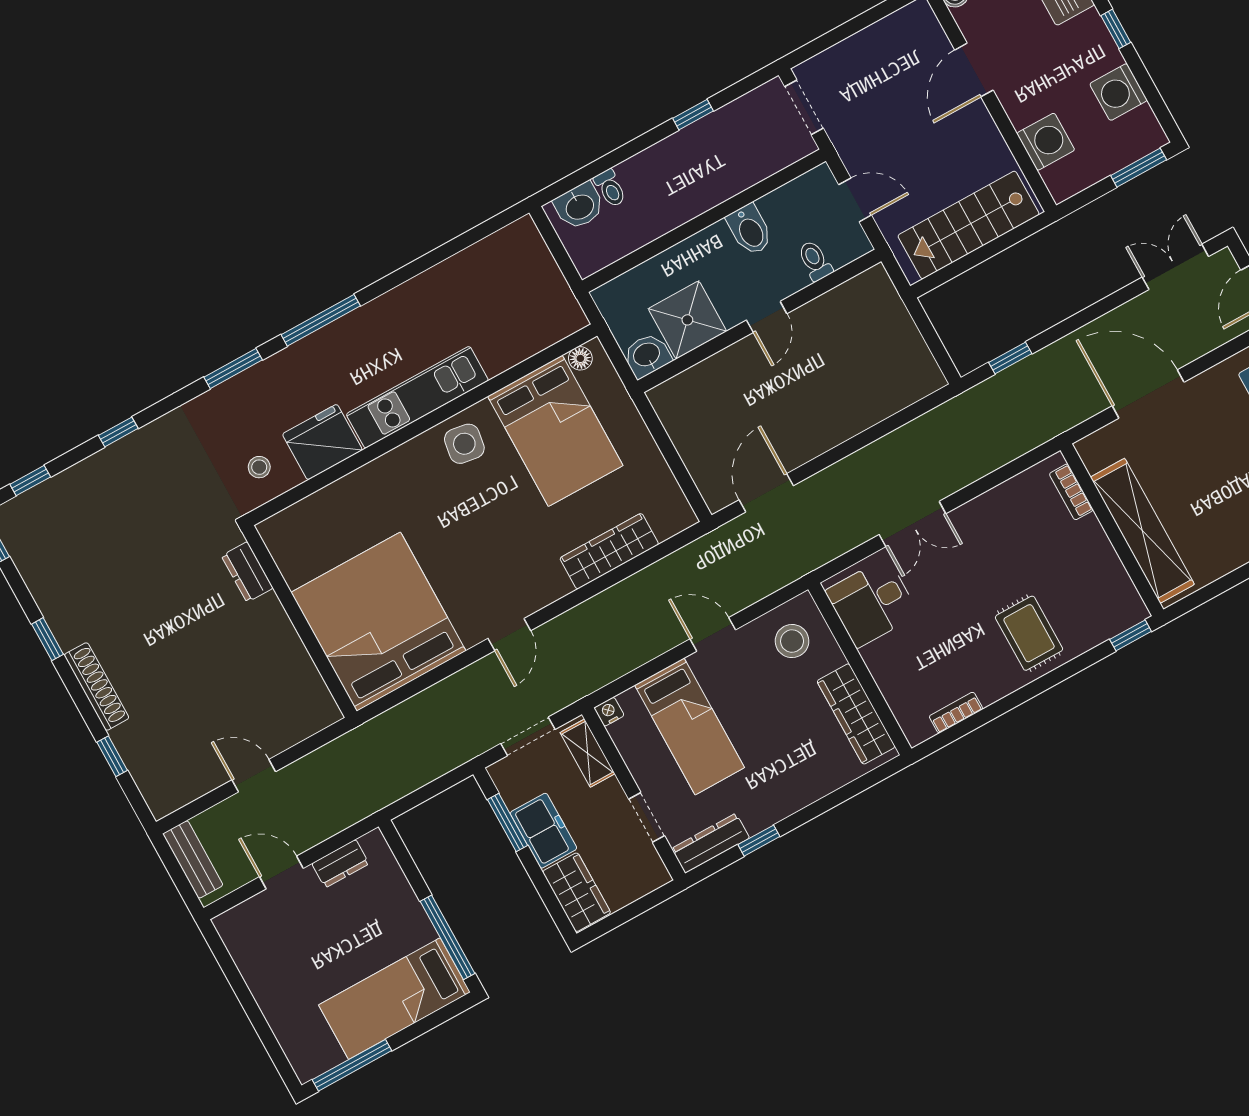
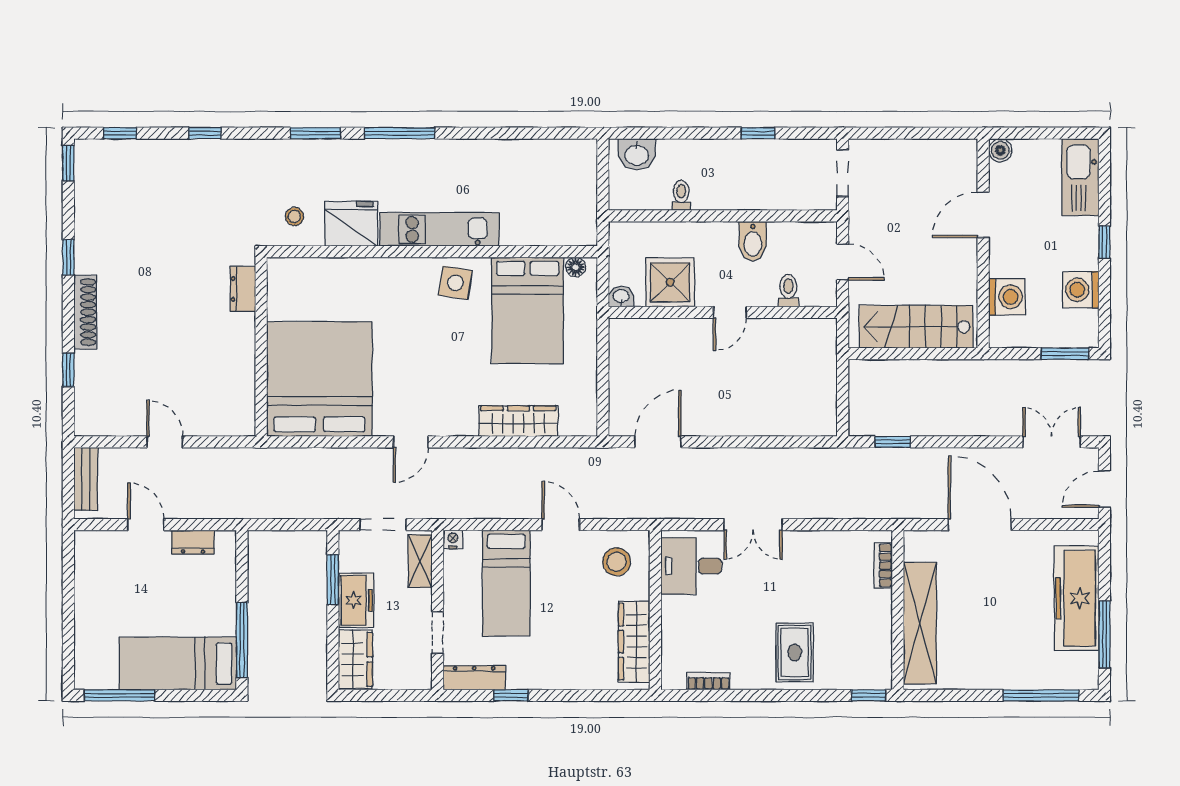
toilet: (610, 188) -> (681, 195), moved, turned 180
washbasin: (647, 355) -> (621, 297), width x0.72, depth x0.69

